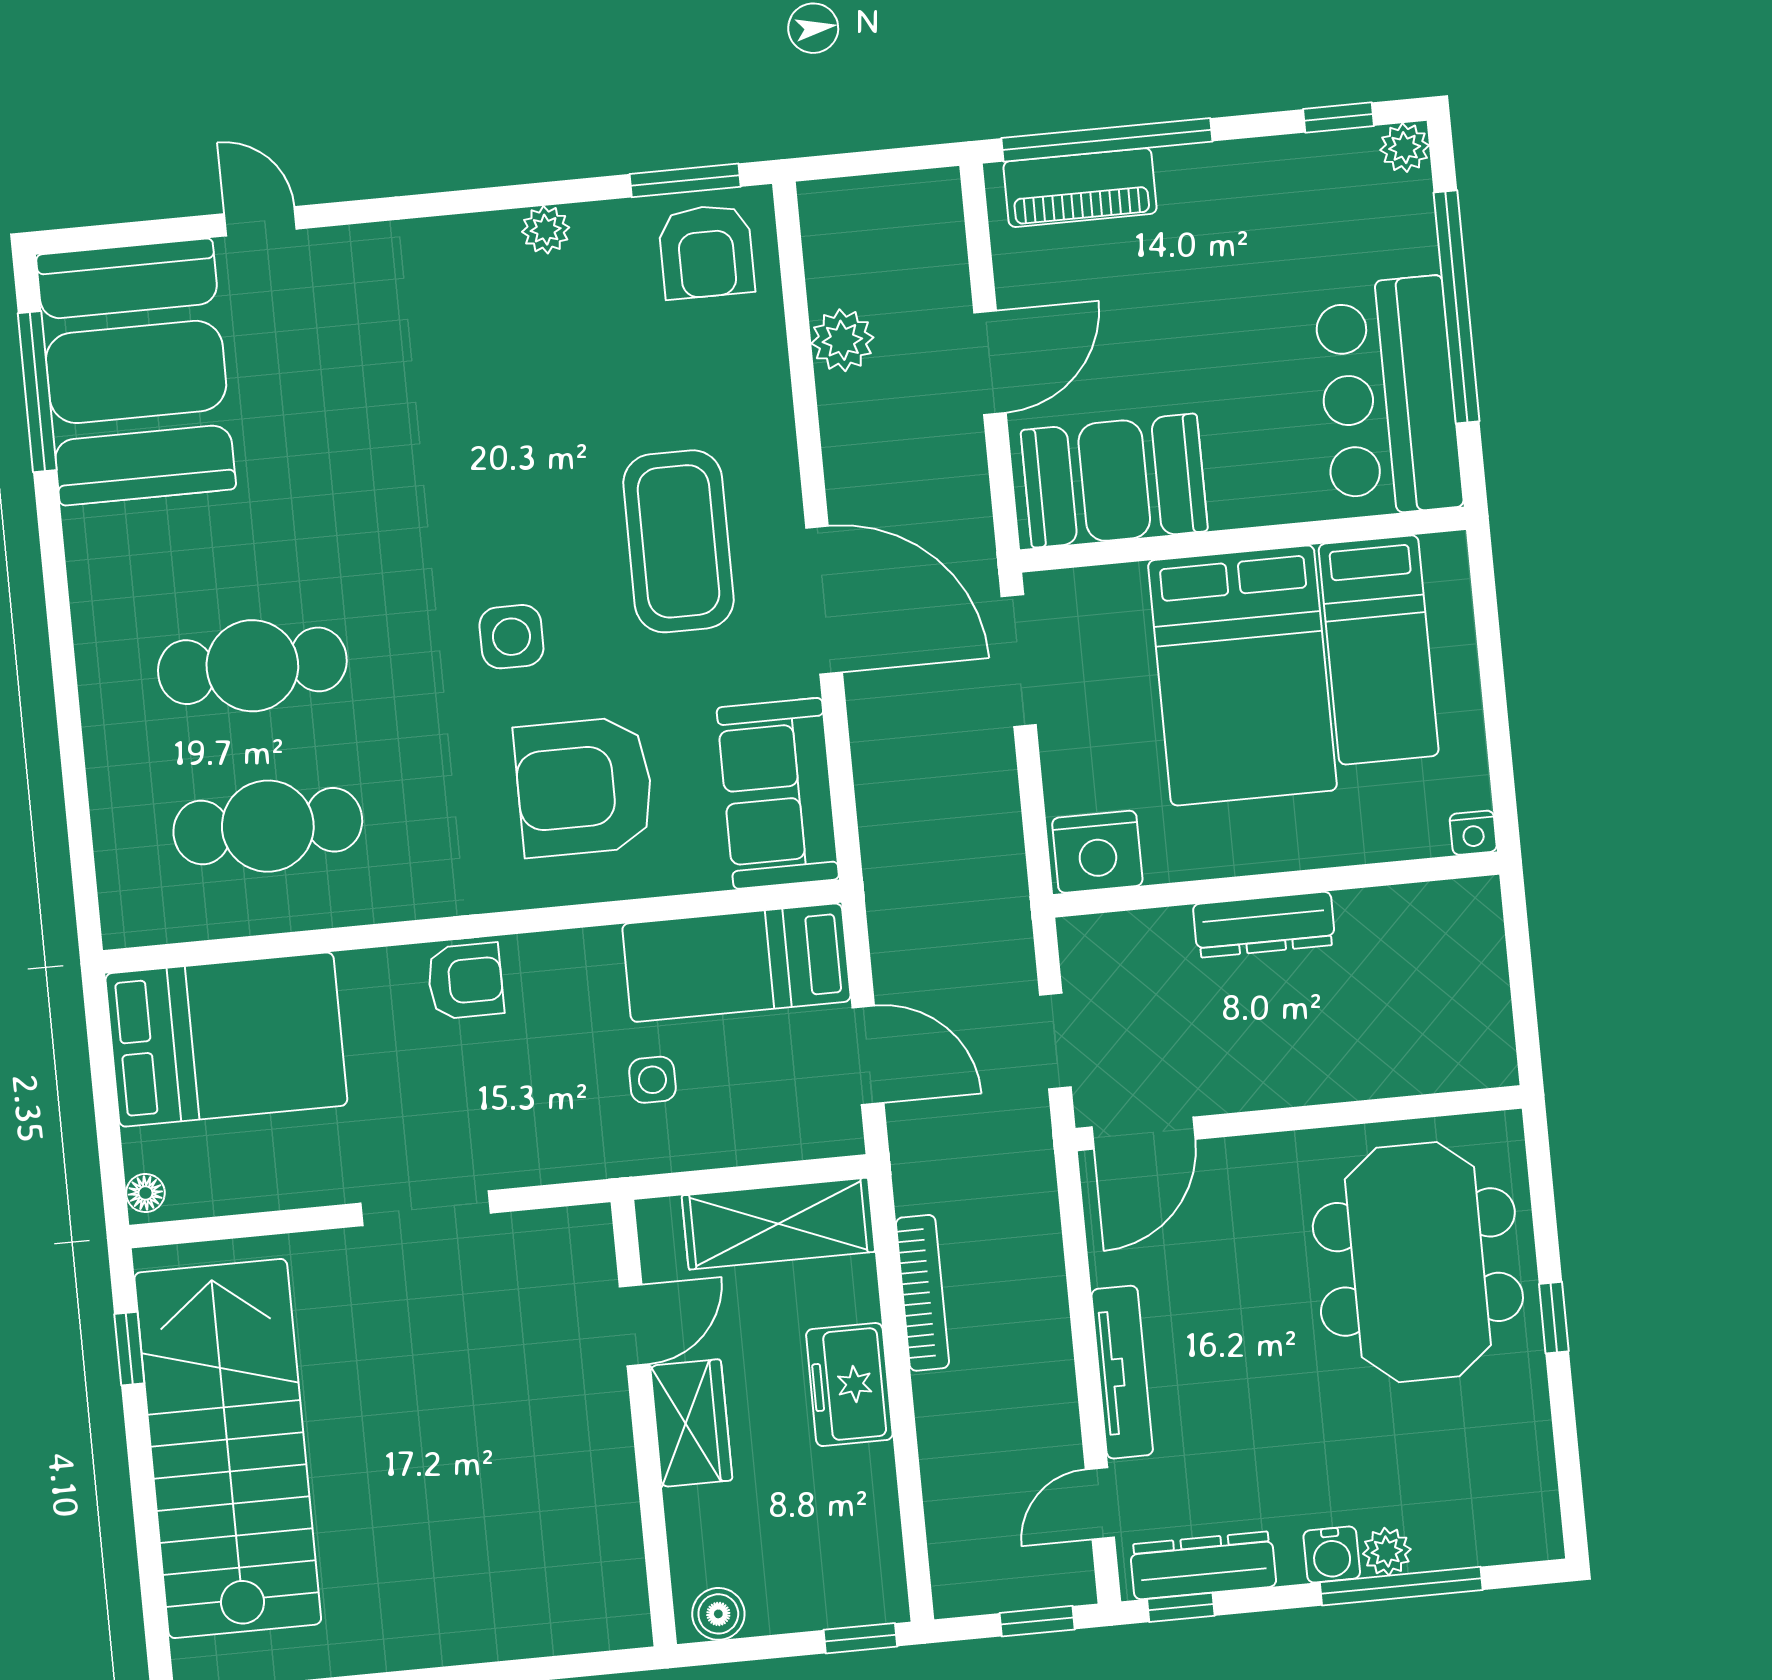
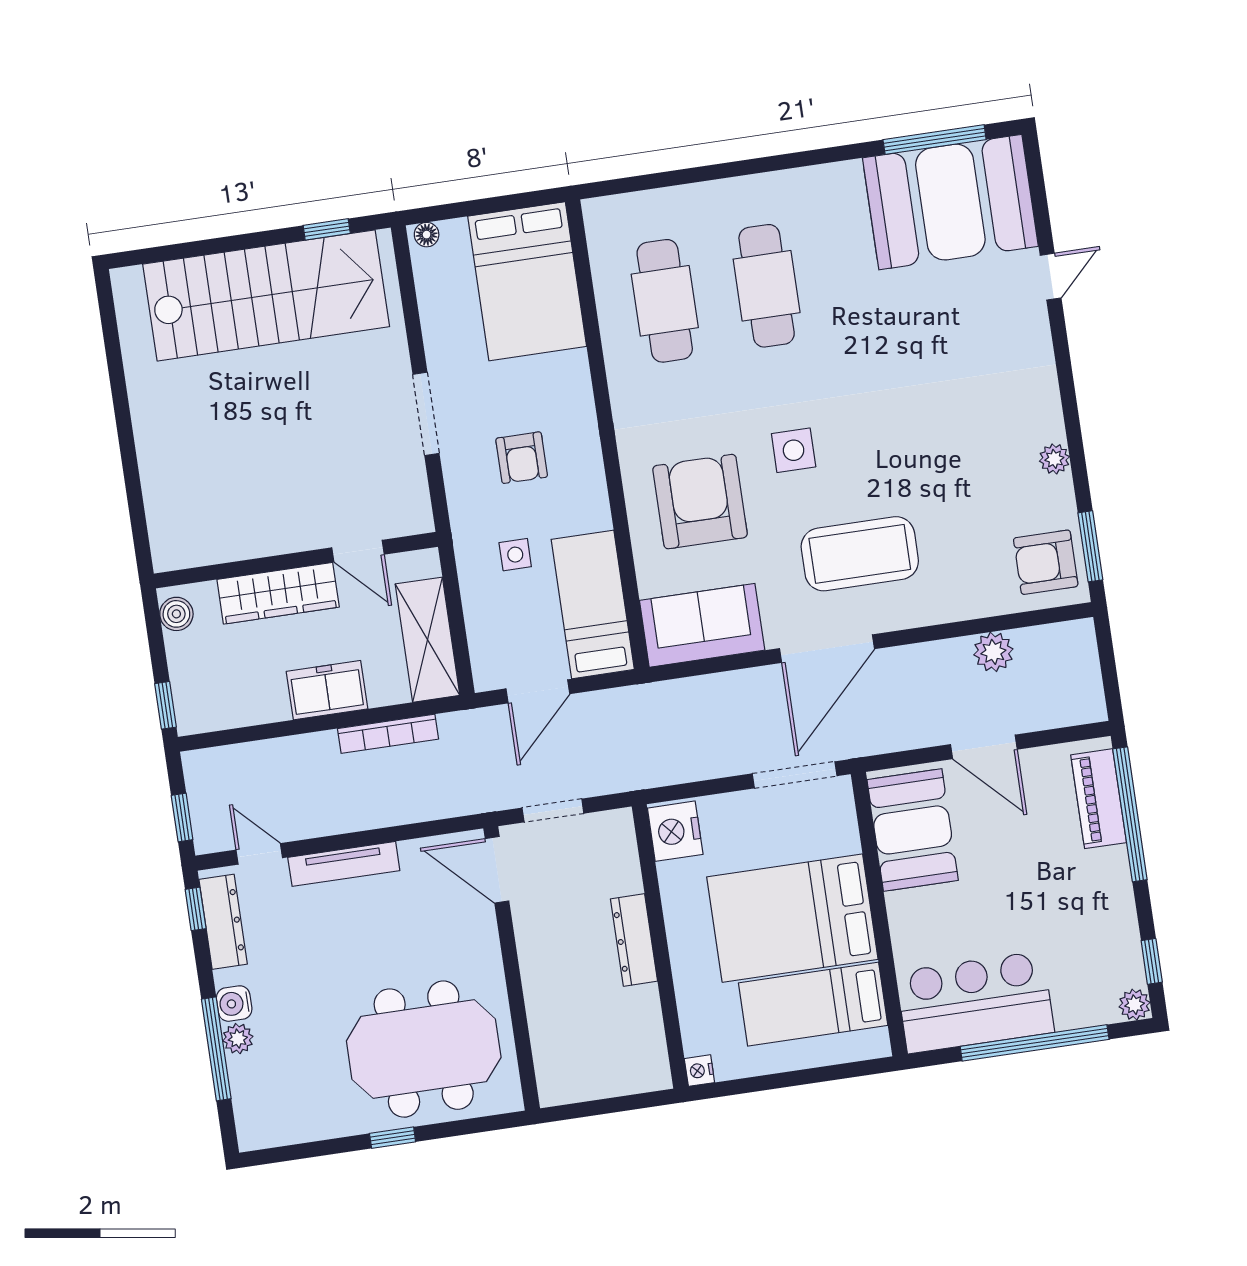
armchair: (465, 981) -> (522, 458), moved
wardrobe: (691, 1423) -> (278, 593), width x1.50

